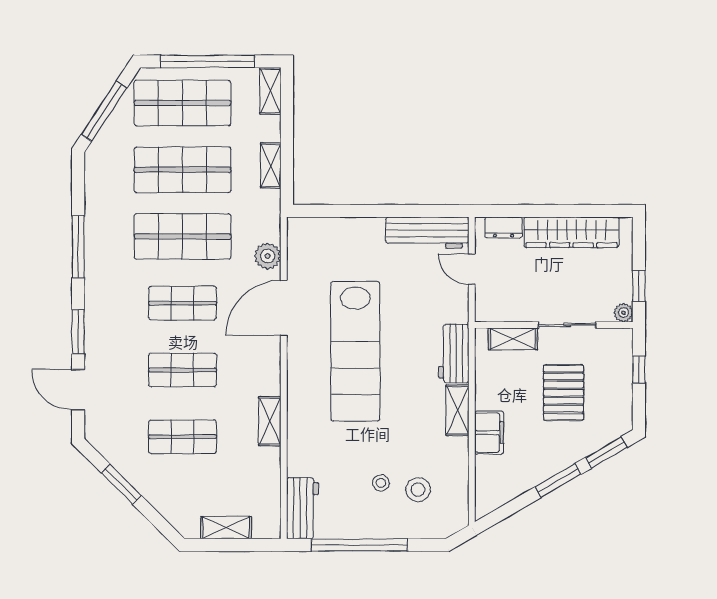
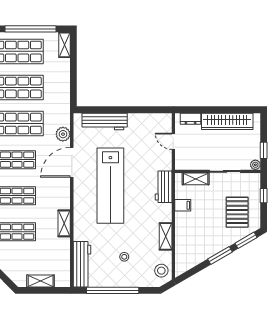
shelving: (271, 165) -> (65, 85), removed
workbench: (427, 233) -> (105, 121), moved
pallet: (564, 393) -> (237, 212), moved
shelving: (457, 410) -> (166, 236), moved
filing cabinet: (489, 433) -> (183, 205), moved, width x0.50
stool: (418, 490) -> (161, 271), moved
workbench: (303, 508) -> (82, 264), width x1.38

